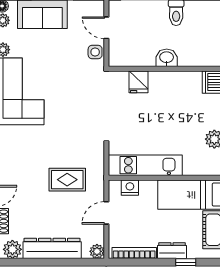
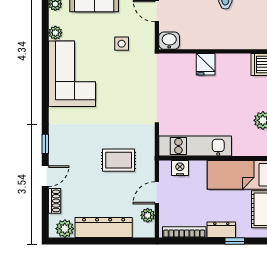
side table: (95, 52) -> (122, 44), moved
washbasin: (167, 58) -> (169, 41), moved
fridge: (139, 82) -> (206, 64), moved
plant: (97, 251) -> (148, 215), moved

